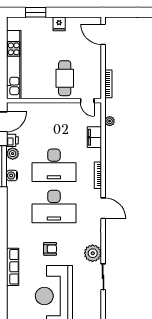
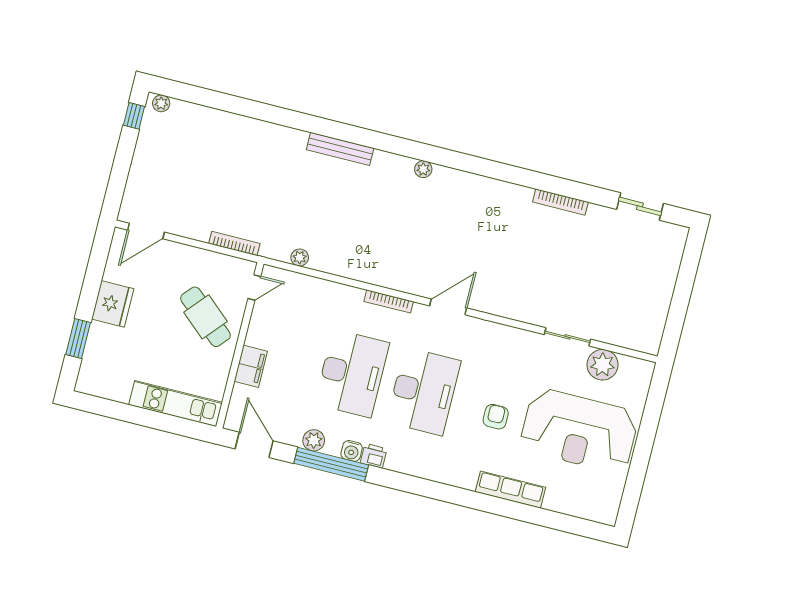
fridge: (59, 24) -> (113, 304), width x1.88, depth x1.34
kitchen unit: (14, 65) -> (176, 404), width x0.73
cafe table: (65, 78) -> (206, 317), turned 41
filing cabinet: (94, 137) -> (251, 366), moved, turned -90
printer: (12, 140) -> (374, 456), moved
plant: (93, 253) -> (603, 365), moved

